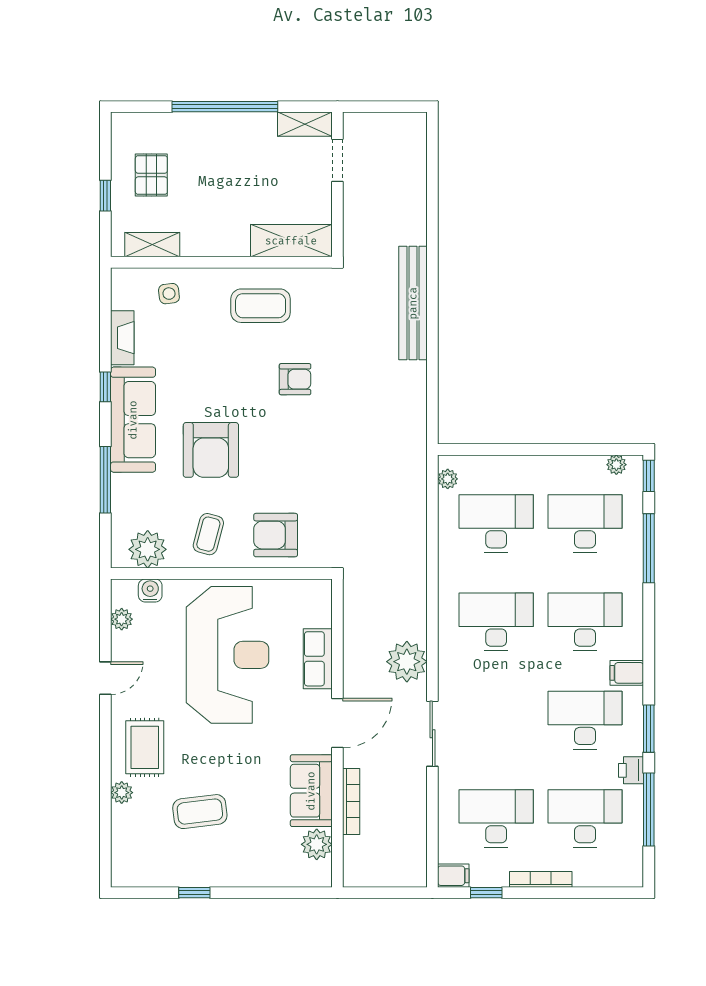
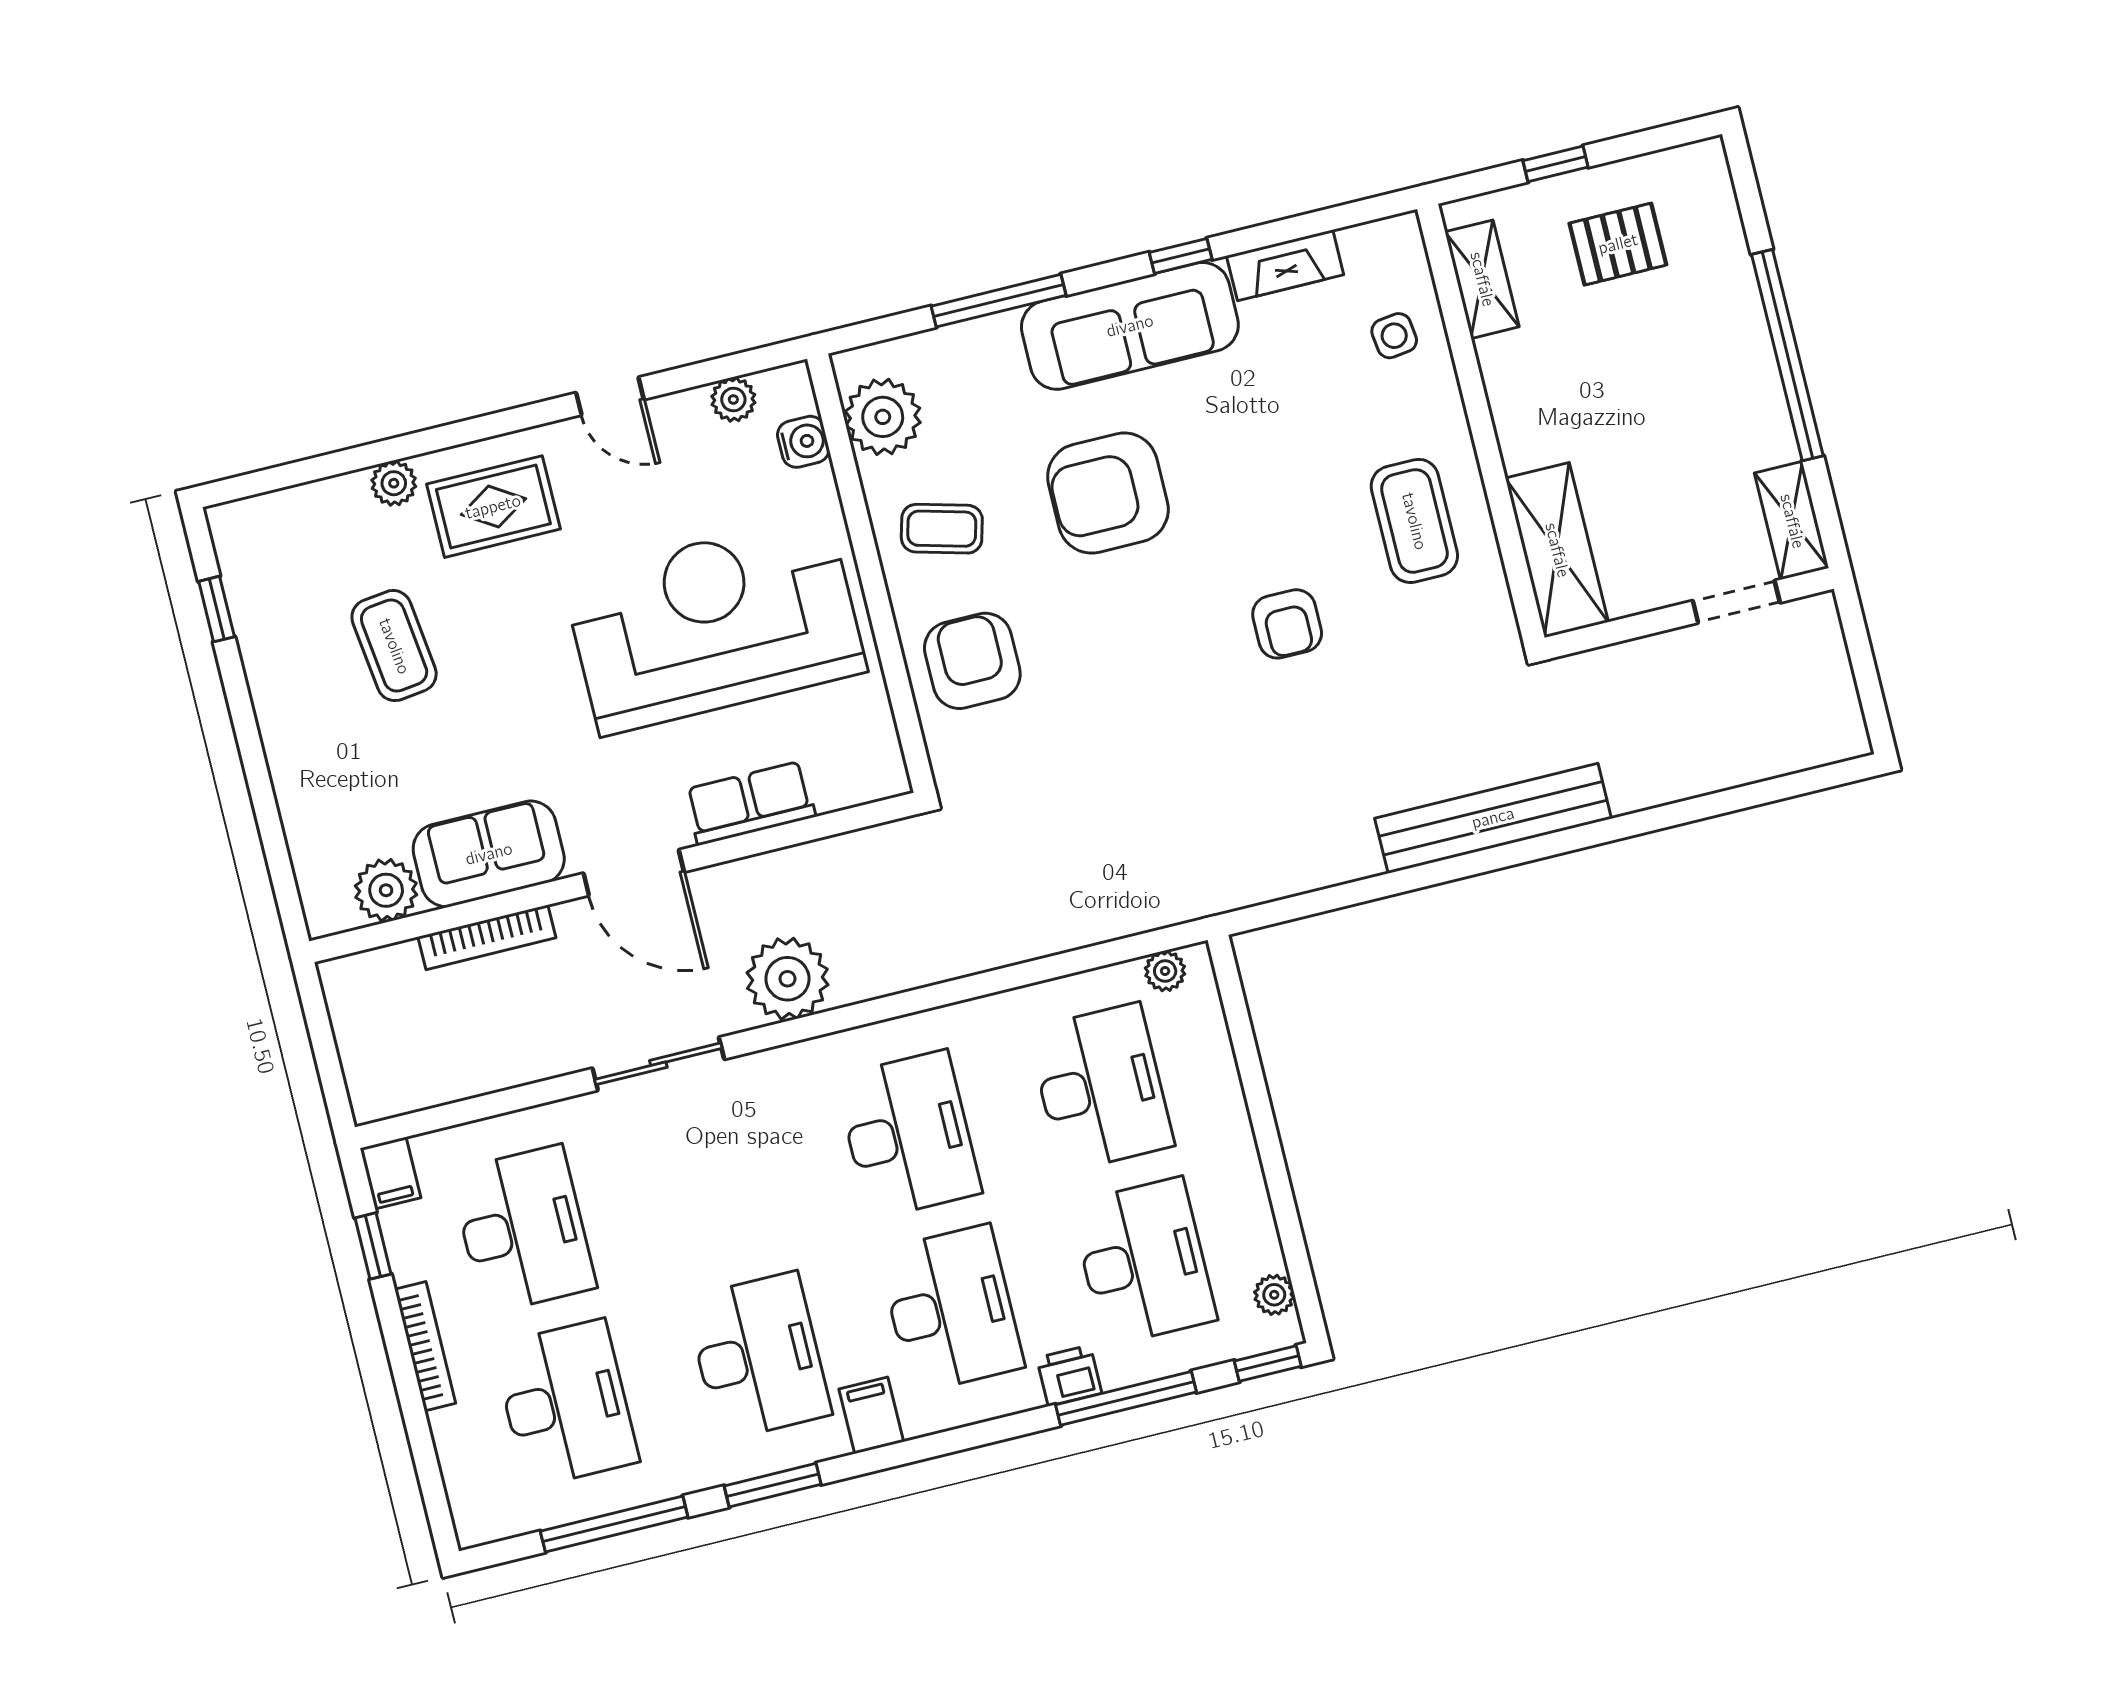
reception desk: (228, 655) -> (714, 624), turned 180
printer: (631, 770) -> (1069, 1376), moved
window: (194, 893) -> (217, 609), moved

